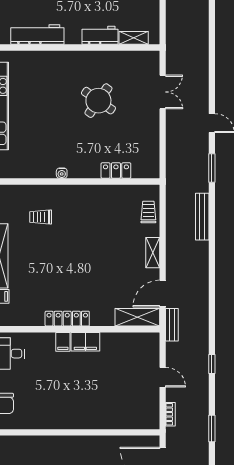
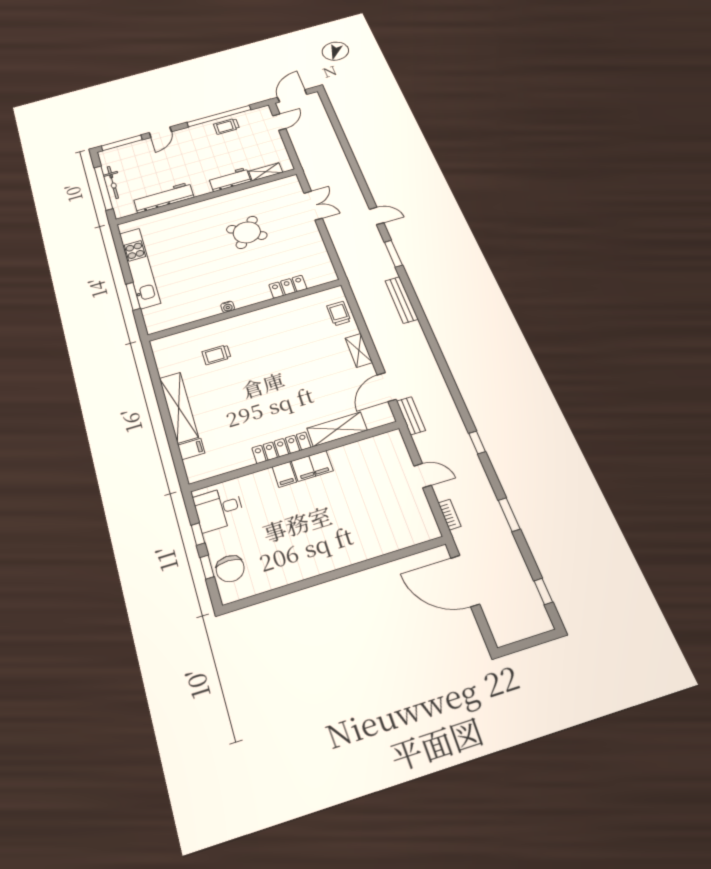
shelving: (137, 317) -> (337, 429), moved

